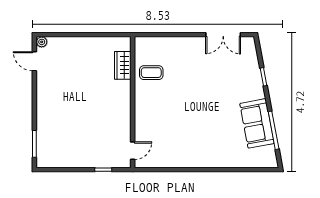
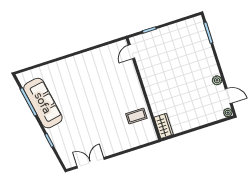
wardrobe: (123, 65) -> (164, 126), moved
plant: (42, 84) -> (217, 80), added
sofa: (257, 123) -> (43, 103), width x1.36

